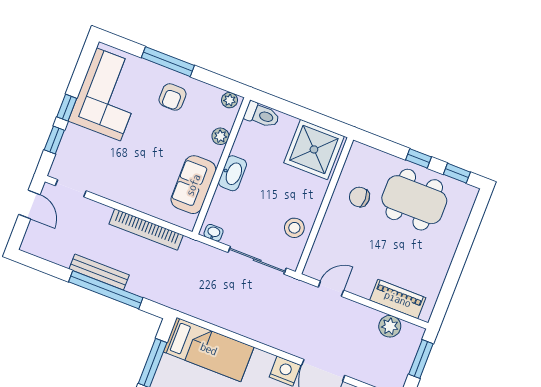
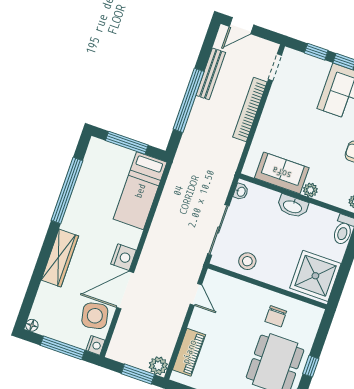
plant: (220, 136) -> (310, 190), moved
chair: (359, 197) -> (276, 316), turned 180
door: (29, 204) -> (242, 26), moved
bookcase: (146, 229) -> (250, 109), moved
bench: (99, 272) -> (211, 74), moved
plant: (390, 326) -> (158, 366), moved

